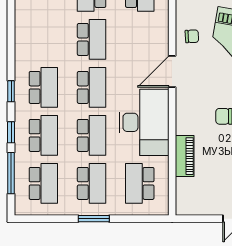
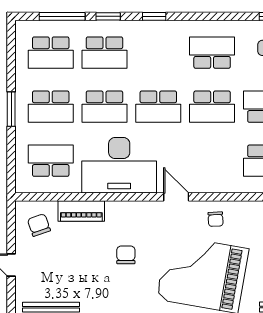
door: (172, 71) -> (176, 197), width x0.73
school desk: (43, 87) -> (212, 53), moved, turned 180
chair: (197, 194) -> (39, 225), added

